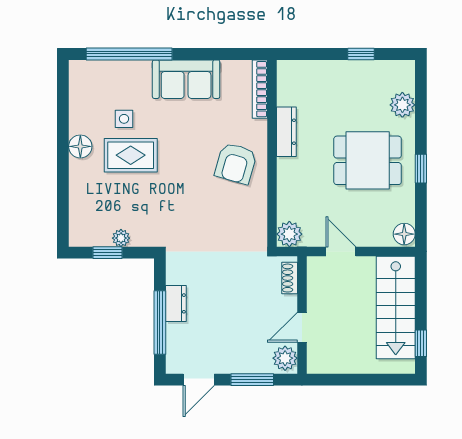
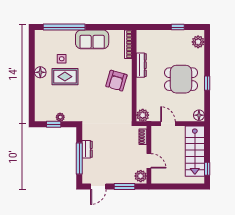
plant: (402, 105) -> (198, 42), moved
door: (302, 327) -> (149, 161), swing flipped

